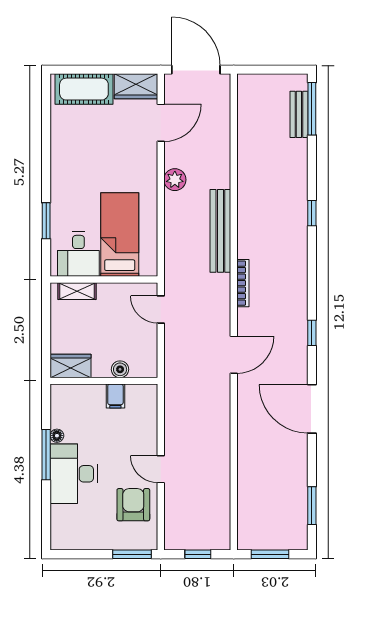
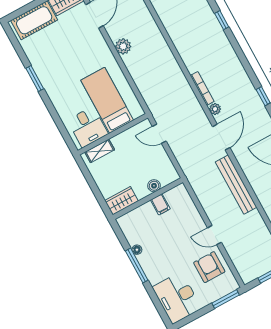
window: (46, 221) -> (35, 79), moved
bench: (220, 231) -> (236, 185), moved
plant: (245, 317) -> (215, 109), added
desk: (74, 474) -> (177, 298), moved

